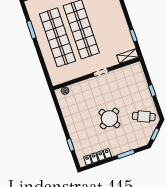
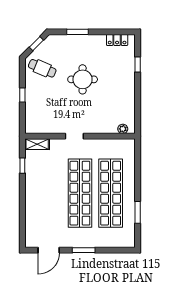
round table: (109, 119) -> (83, 79), turned 31
locker: (98, 157) -> (117, 40), width x0.66

